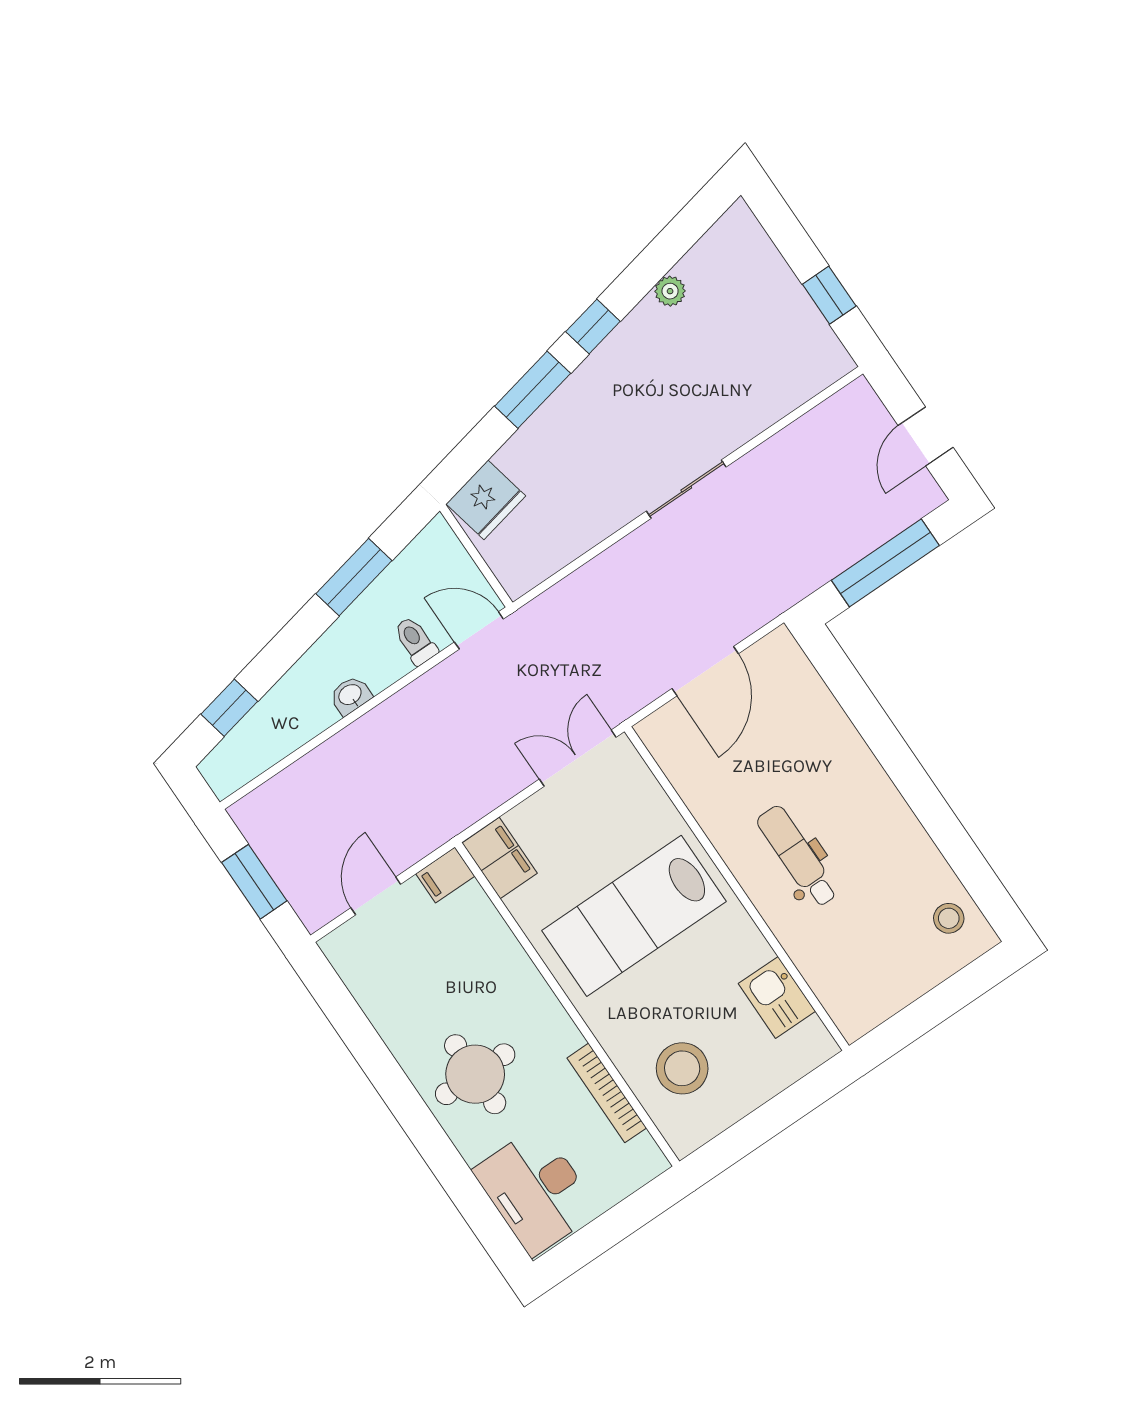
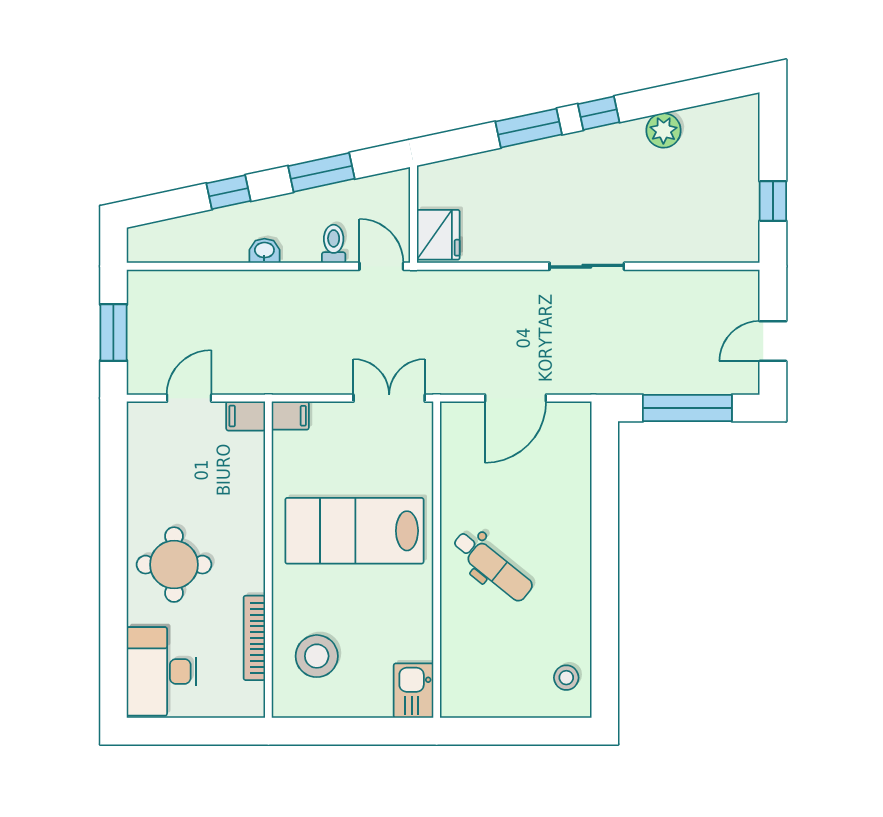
plant: (670, 291) -> (664, 130), width x1.38, depth x1.38
fridge: (486, 500) -> (438, 235), moved, turned -78
window: (229, 708) -> (229, 192), moved
dental chair: (797, 856) -> (493, 566), turned 129
filing cabinet: (500, 858) -> (290, 416), width x0.50
kitchen sink: (777, 997) -> (414, 691), moved

